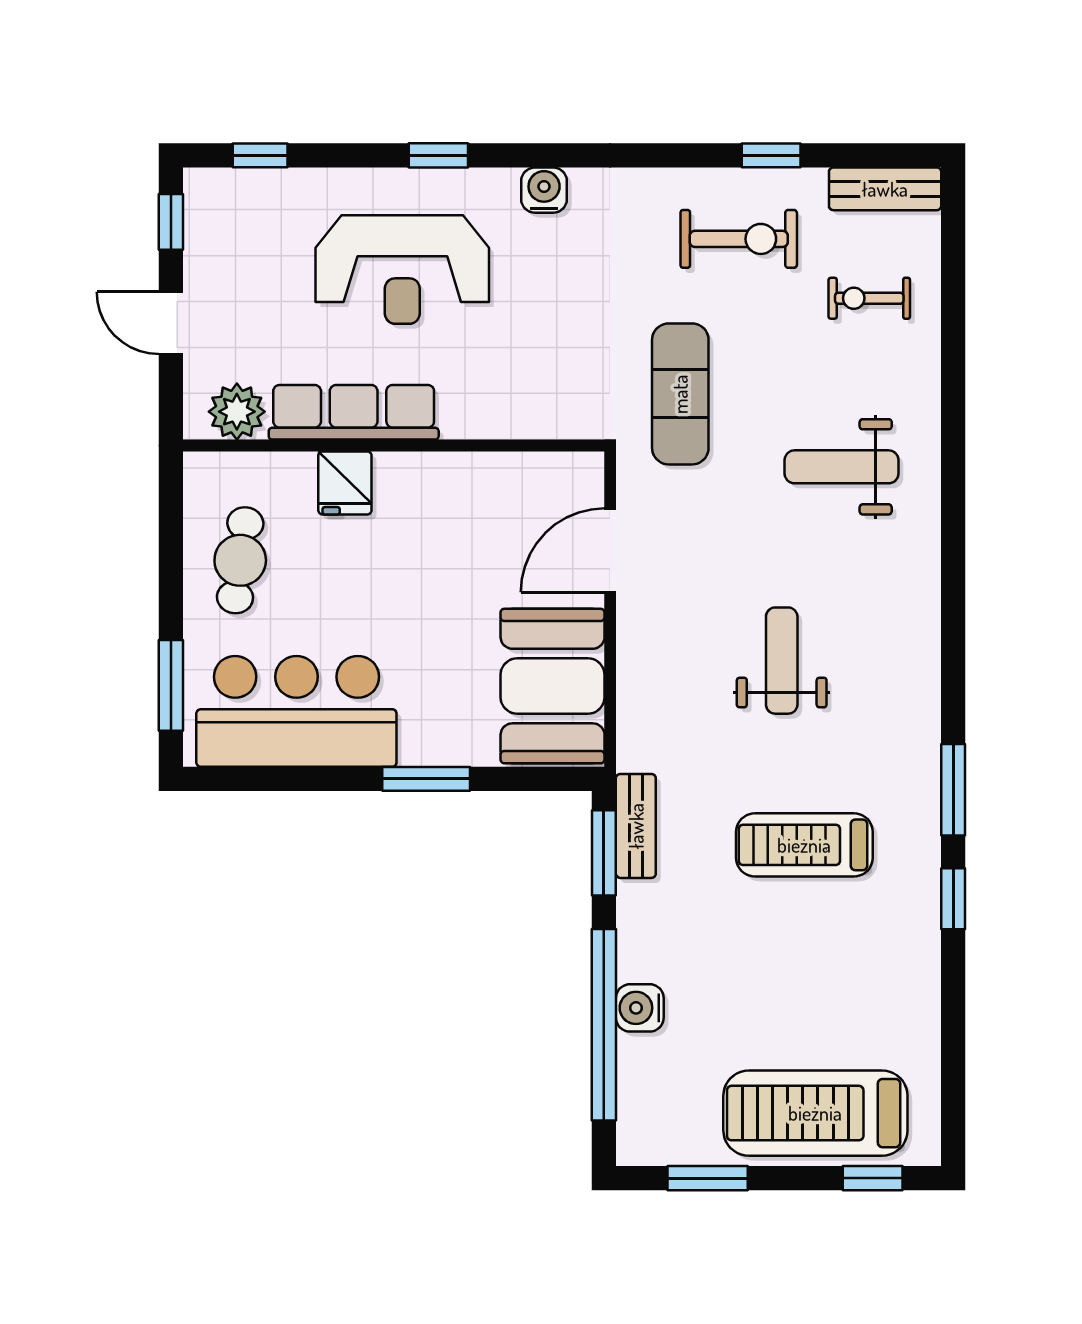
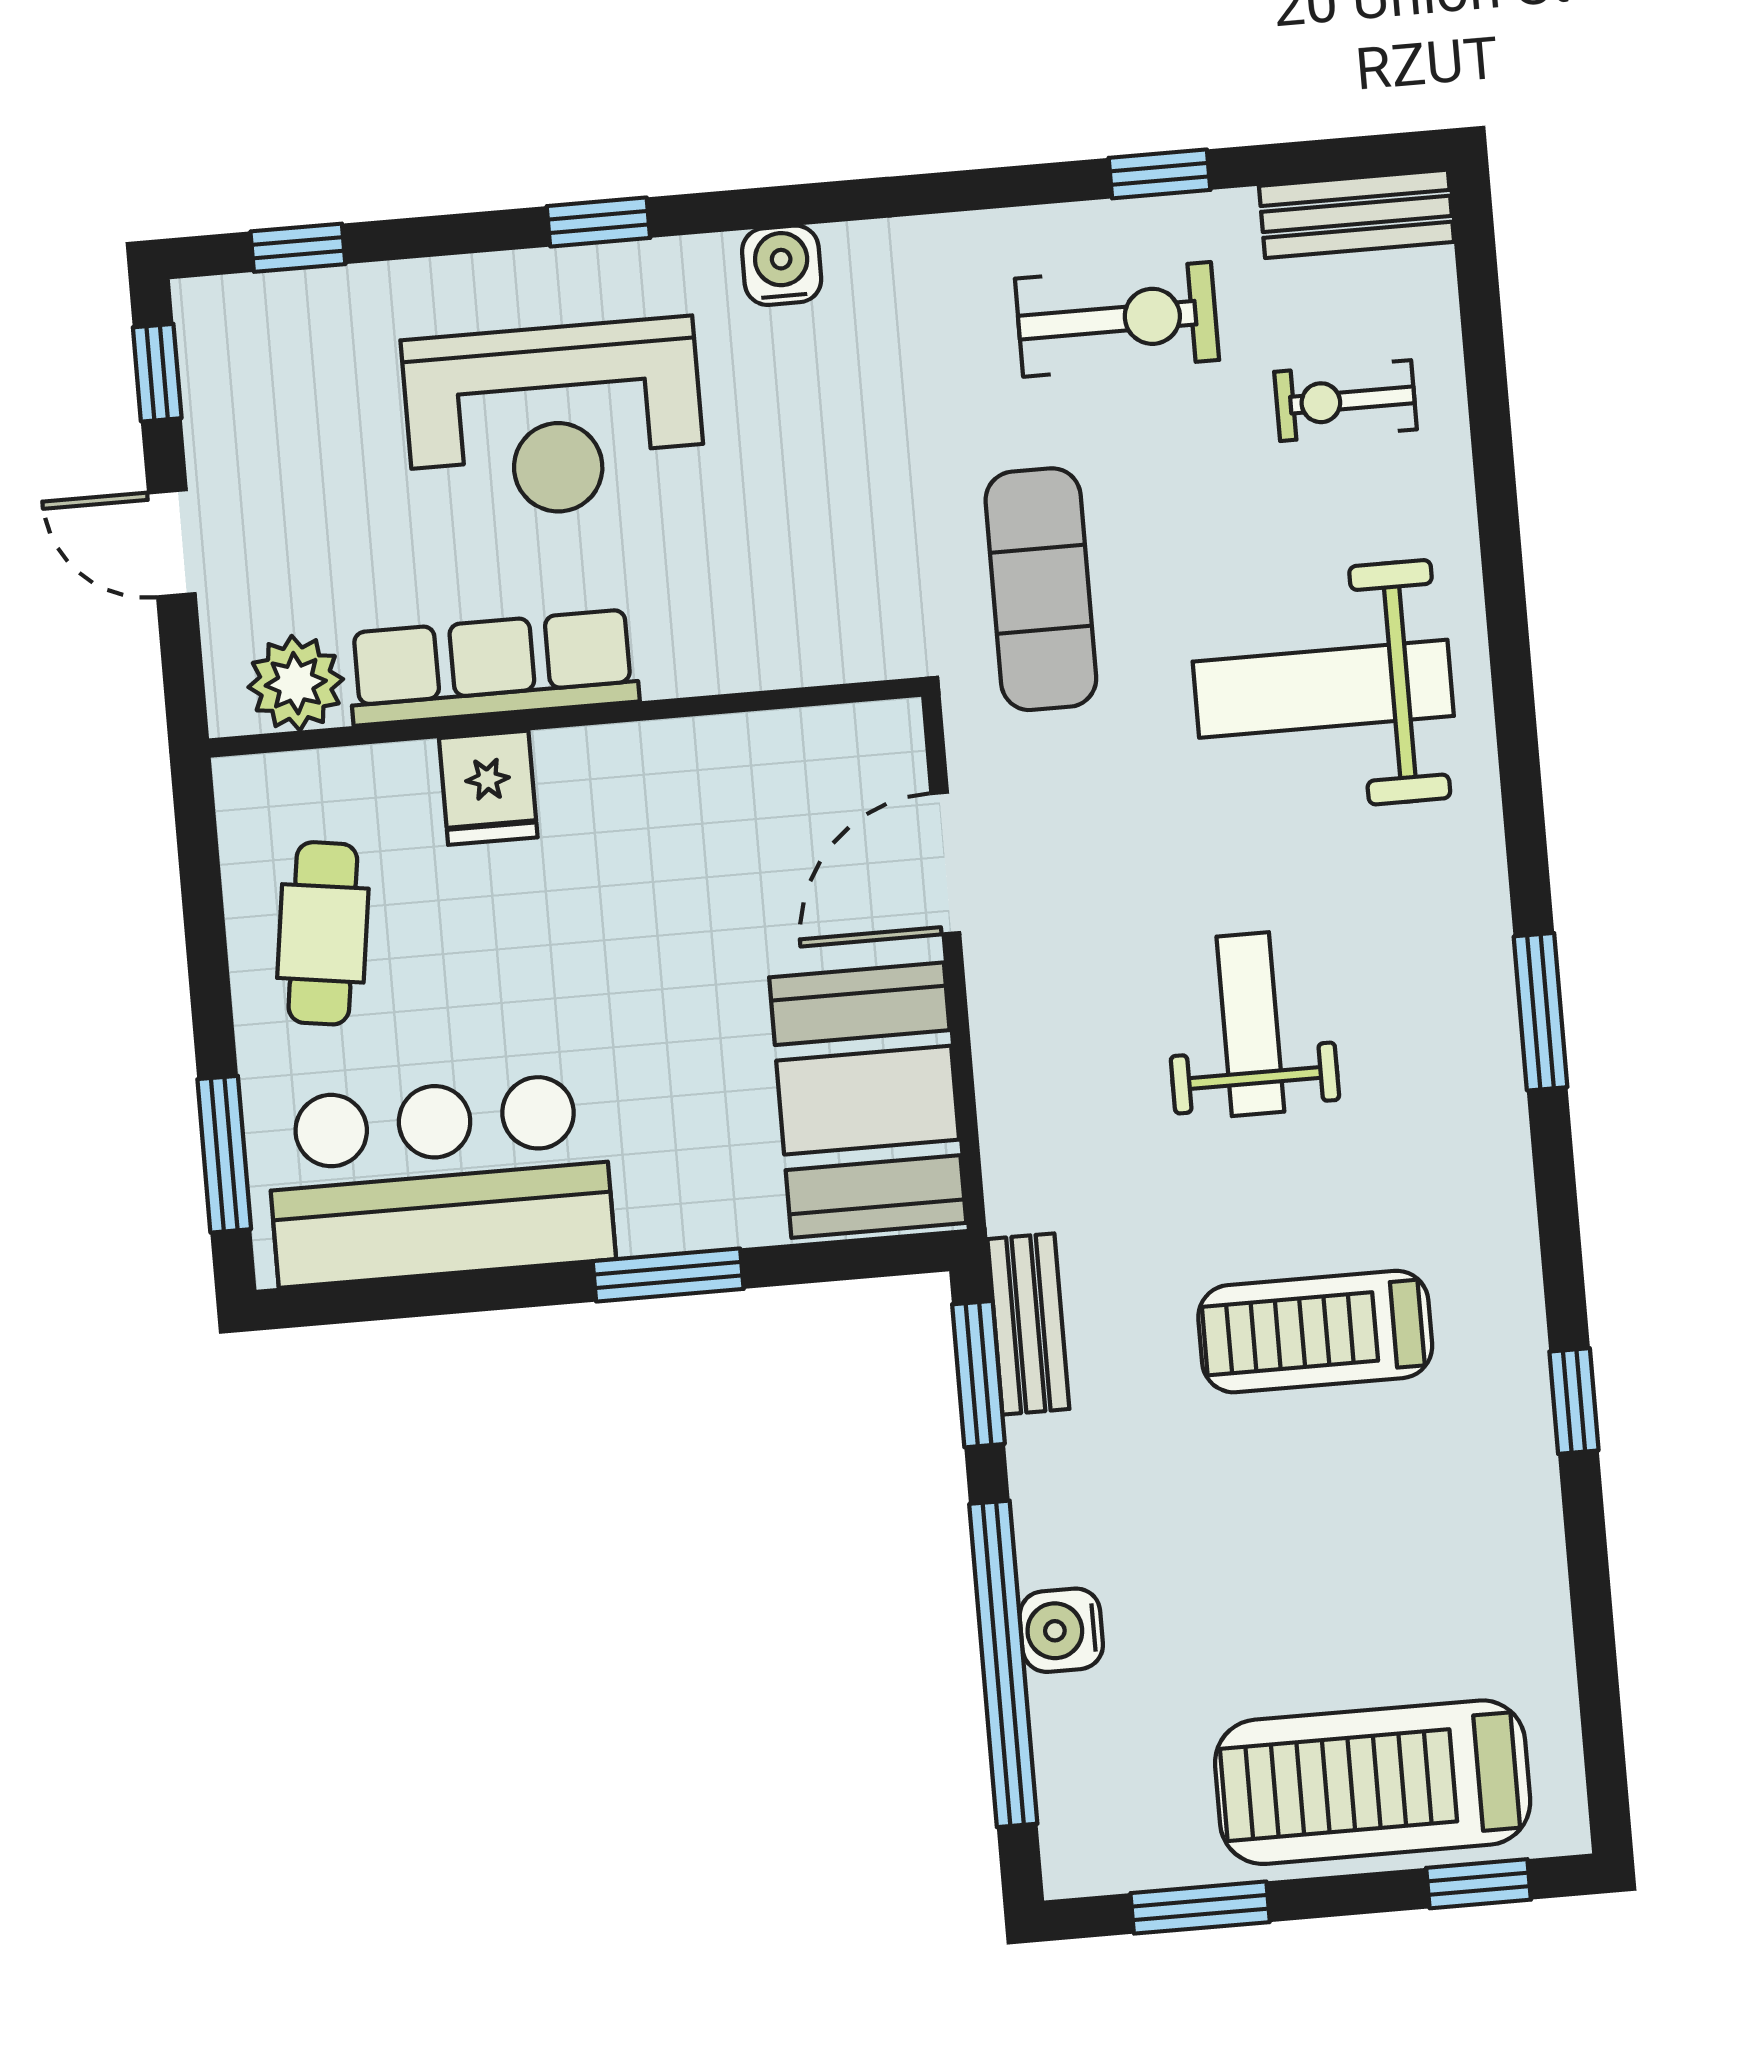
weight bench: (842, 467) -> (1323, 689), width x1.36, depth x1.33
window: (953, 790) -> (1541, 1012), moved

